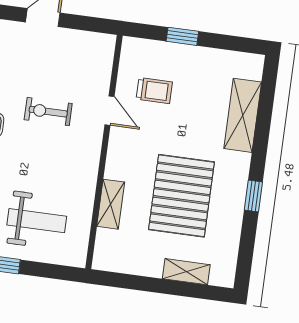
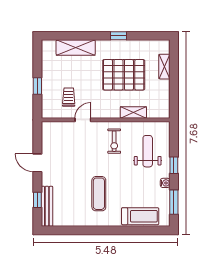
exercise bike: (48, 112) -> (114, 141), moved

